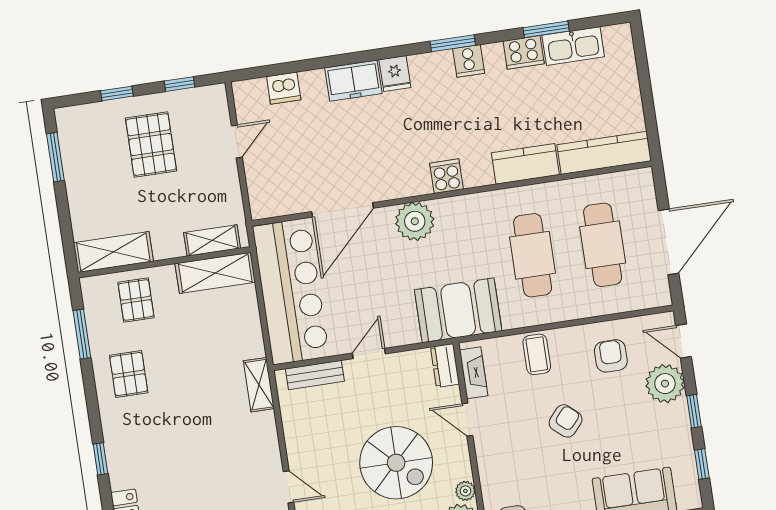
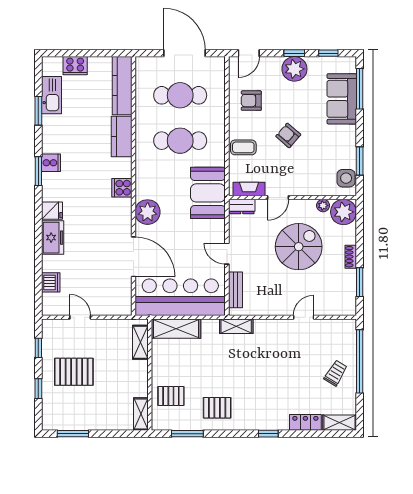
cooker: (524, 52) -> (75, 66), moved, turned 90
shelving: (113, 252) -> (141, 414), width x0.67, depth x0.75
shelving: (215, 273) -> (176, 329), moved, turned 90
plant: (665, 384) -> (294, 69), moved

